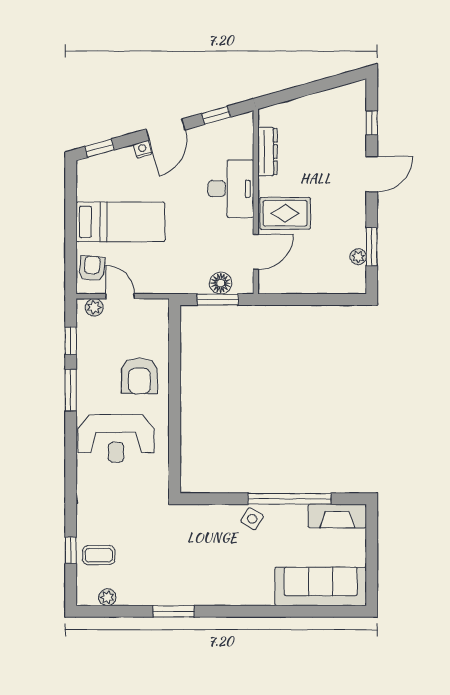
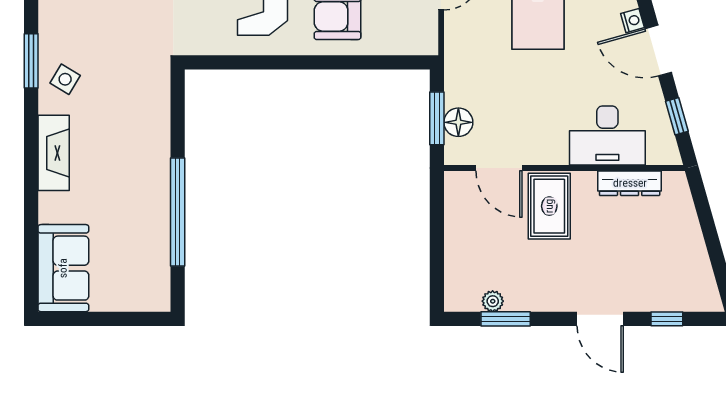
desk: (231, 189) -> (607, 135), moved
fireplace: (337, 516) -> (54, 153), moved, turned 180
side table: (252, 519) -> (65, 79), moved
sofa: (321, 587) -> (63, 268), width x0.73

